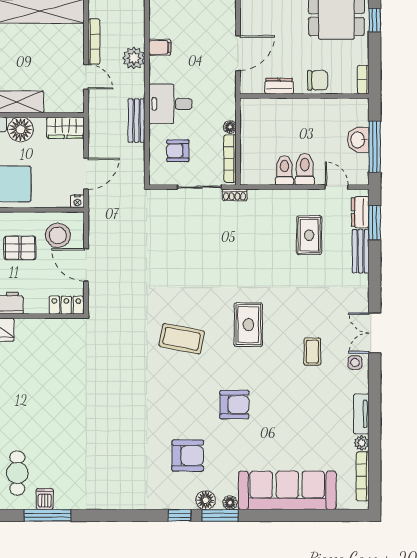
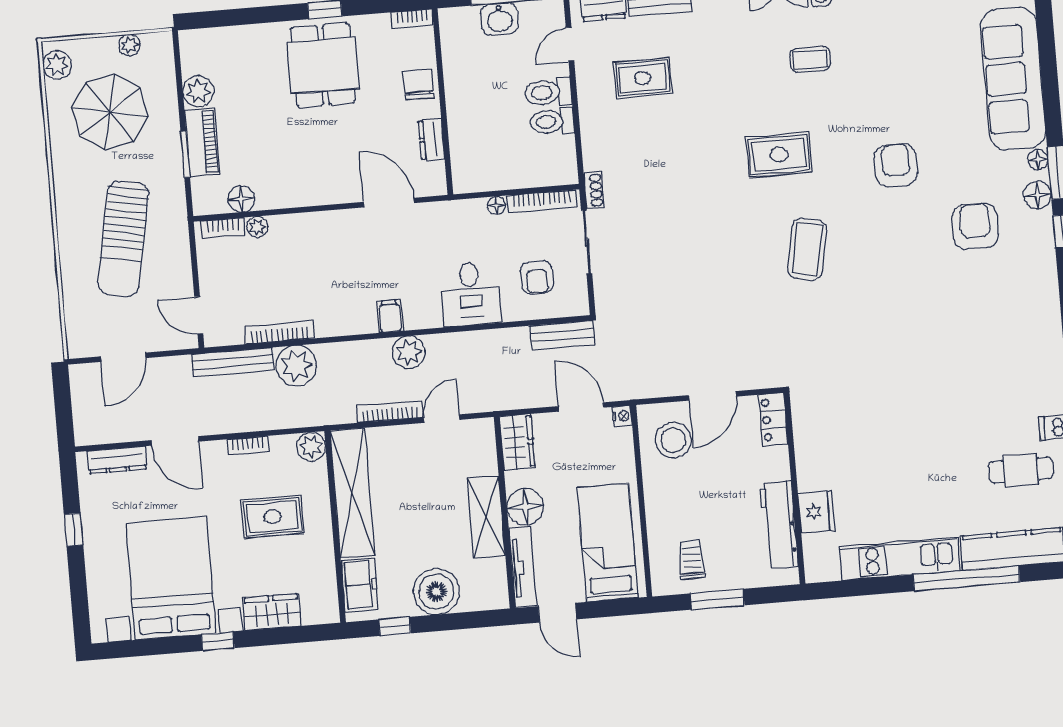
bench: (137, 120) -> (562, 335), moved
pallet: (20, 248) -> (696, 493), removed

